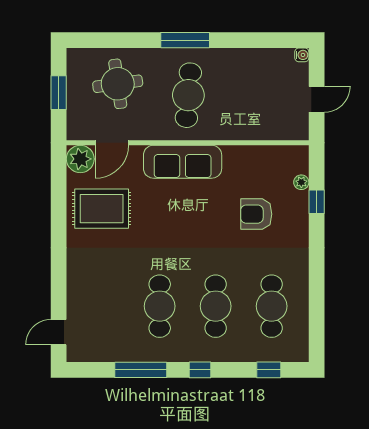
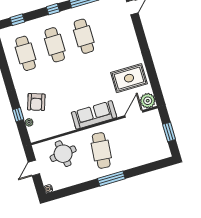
round table: (118, 84) -> (63, 154), moved
armchair: (256, 214) -> (36, 102), moved, turned 109

